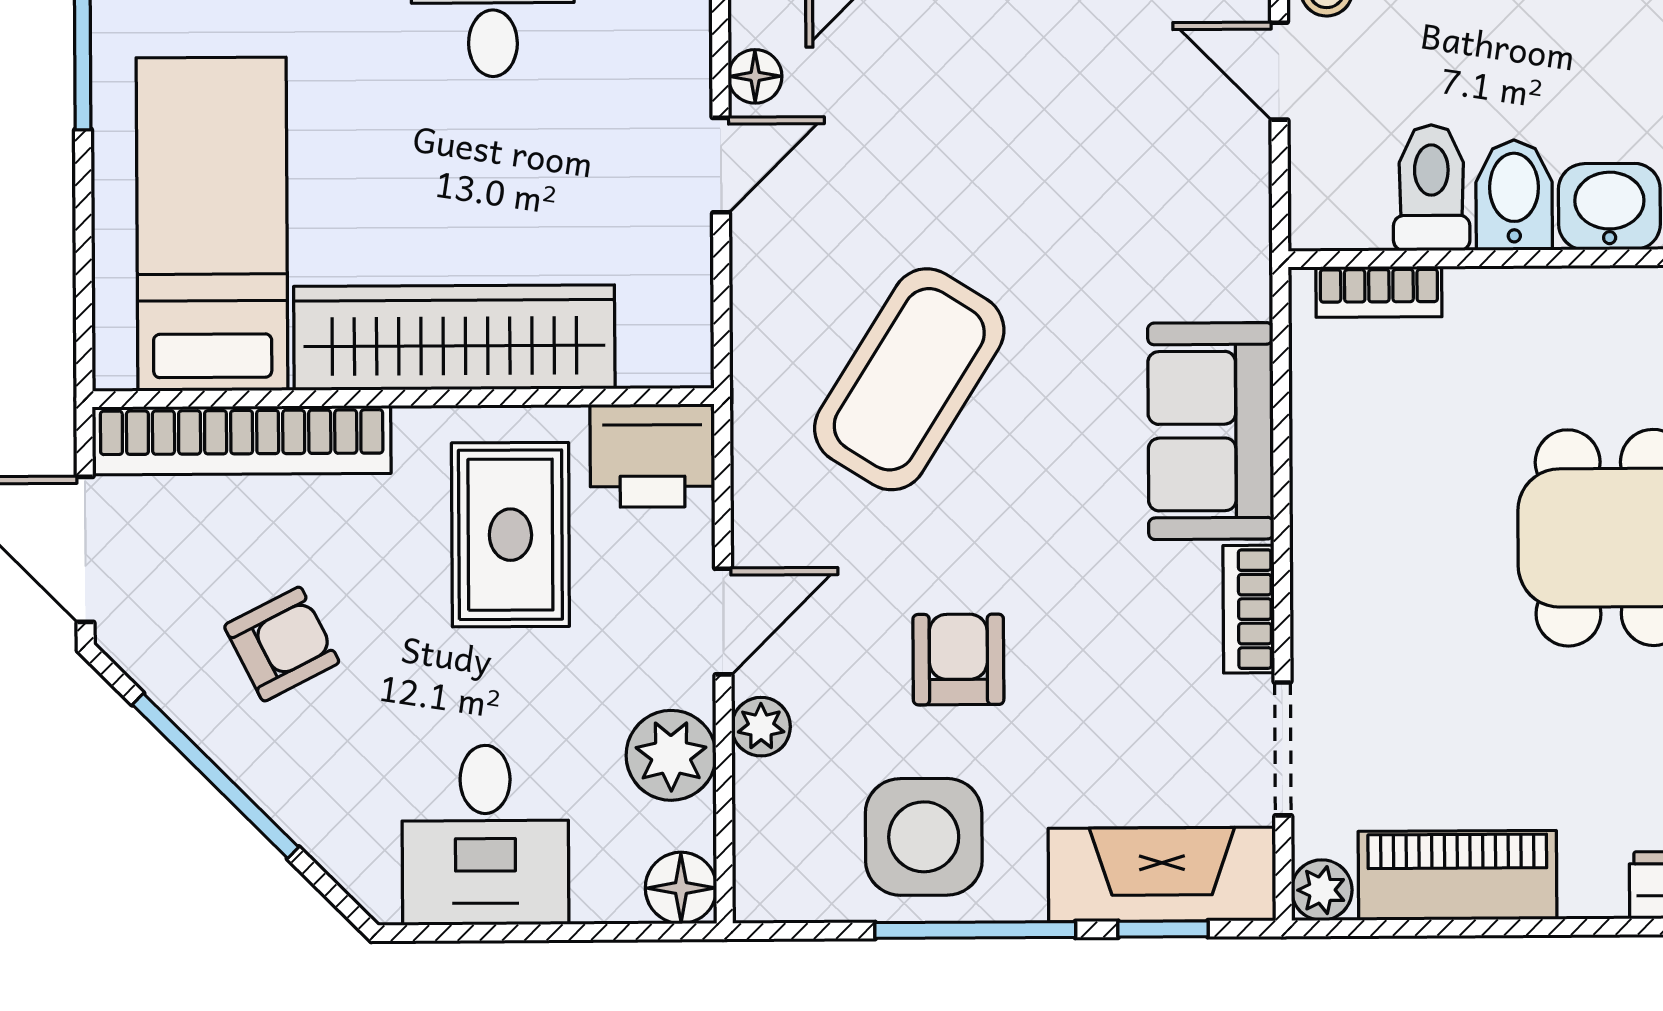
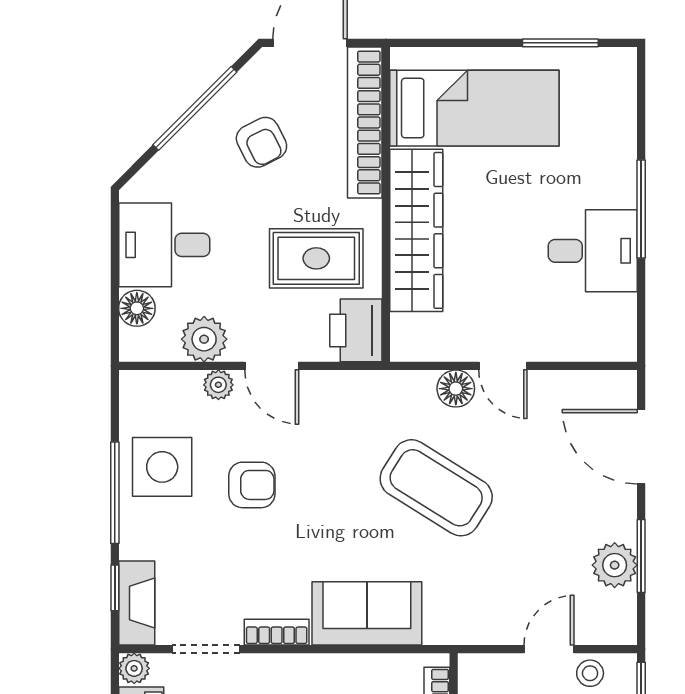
floor lamp: (755, 76) -> (456, 389), moved, width x1.37, depth x1.37
coffee table: (909, 379) -> (436, 488), moved
fireplace: (1162, 874) -> (137, 603), width x0.73, depth x0.76
floor lamp: (681, 888) -> (137, 308), moved

